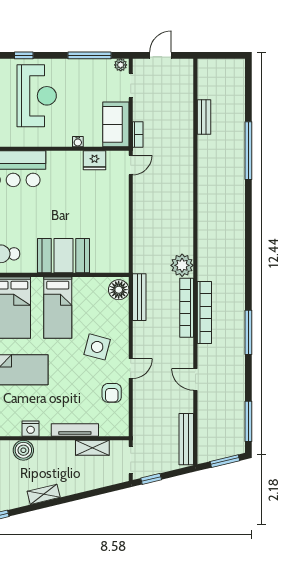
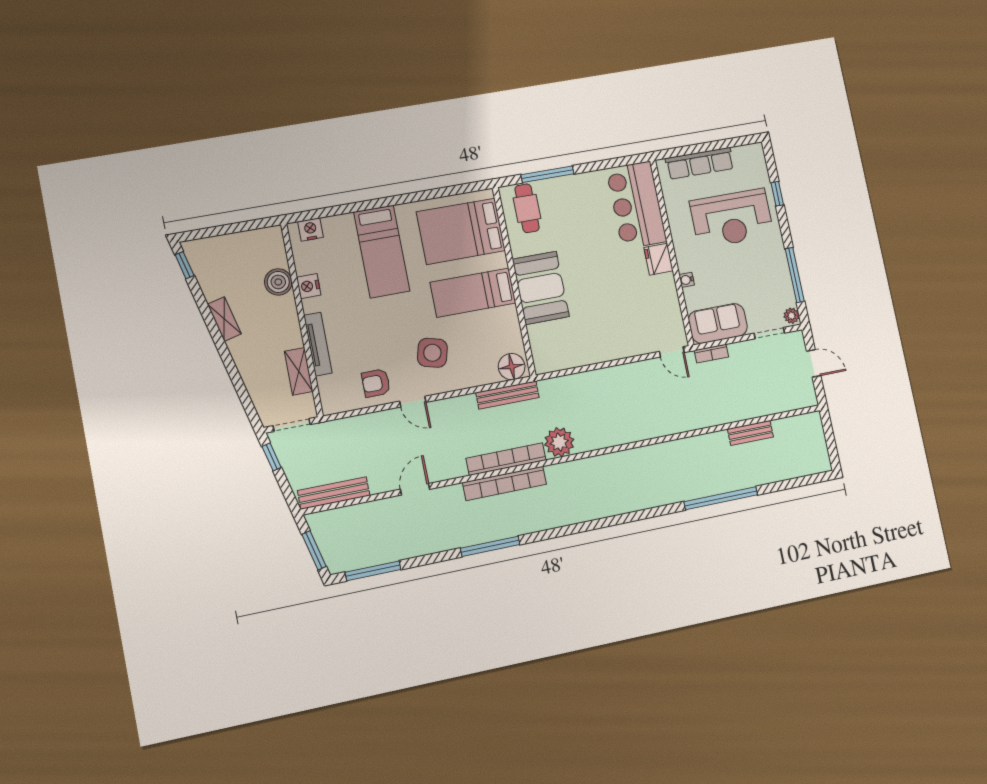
fridge: (94, 160) -> (659, 259), moved

